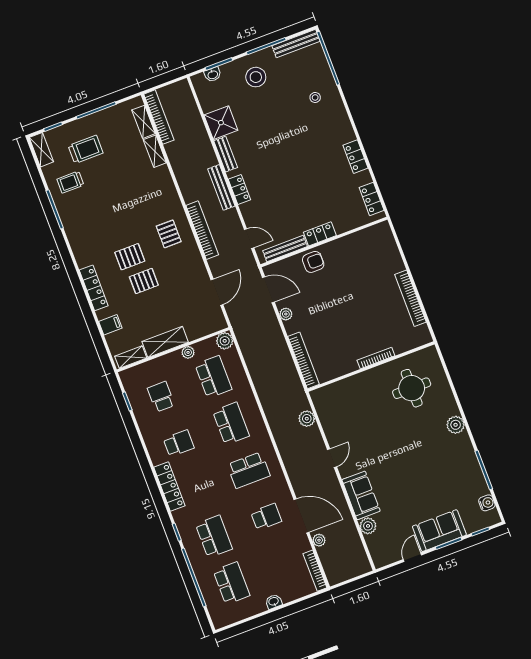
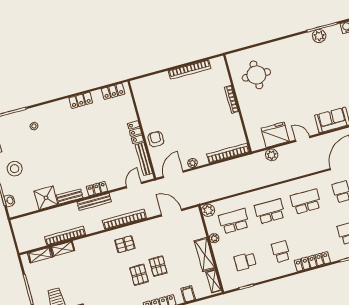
bookcase: (159, 117) -> (65, 236), moved
fridge: (334, 421) -> (275, 135), added
plant: (456, 425) -> (319, 36), moved
school desk: (249, 470) -> (306, 202), turned -90

